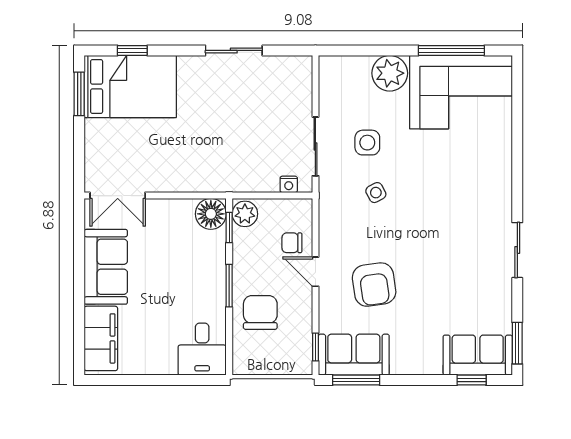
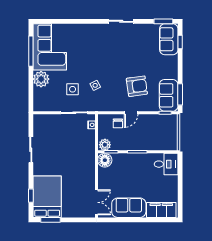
chair: (260, 312) -> (150, 138), removed

